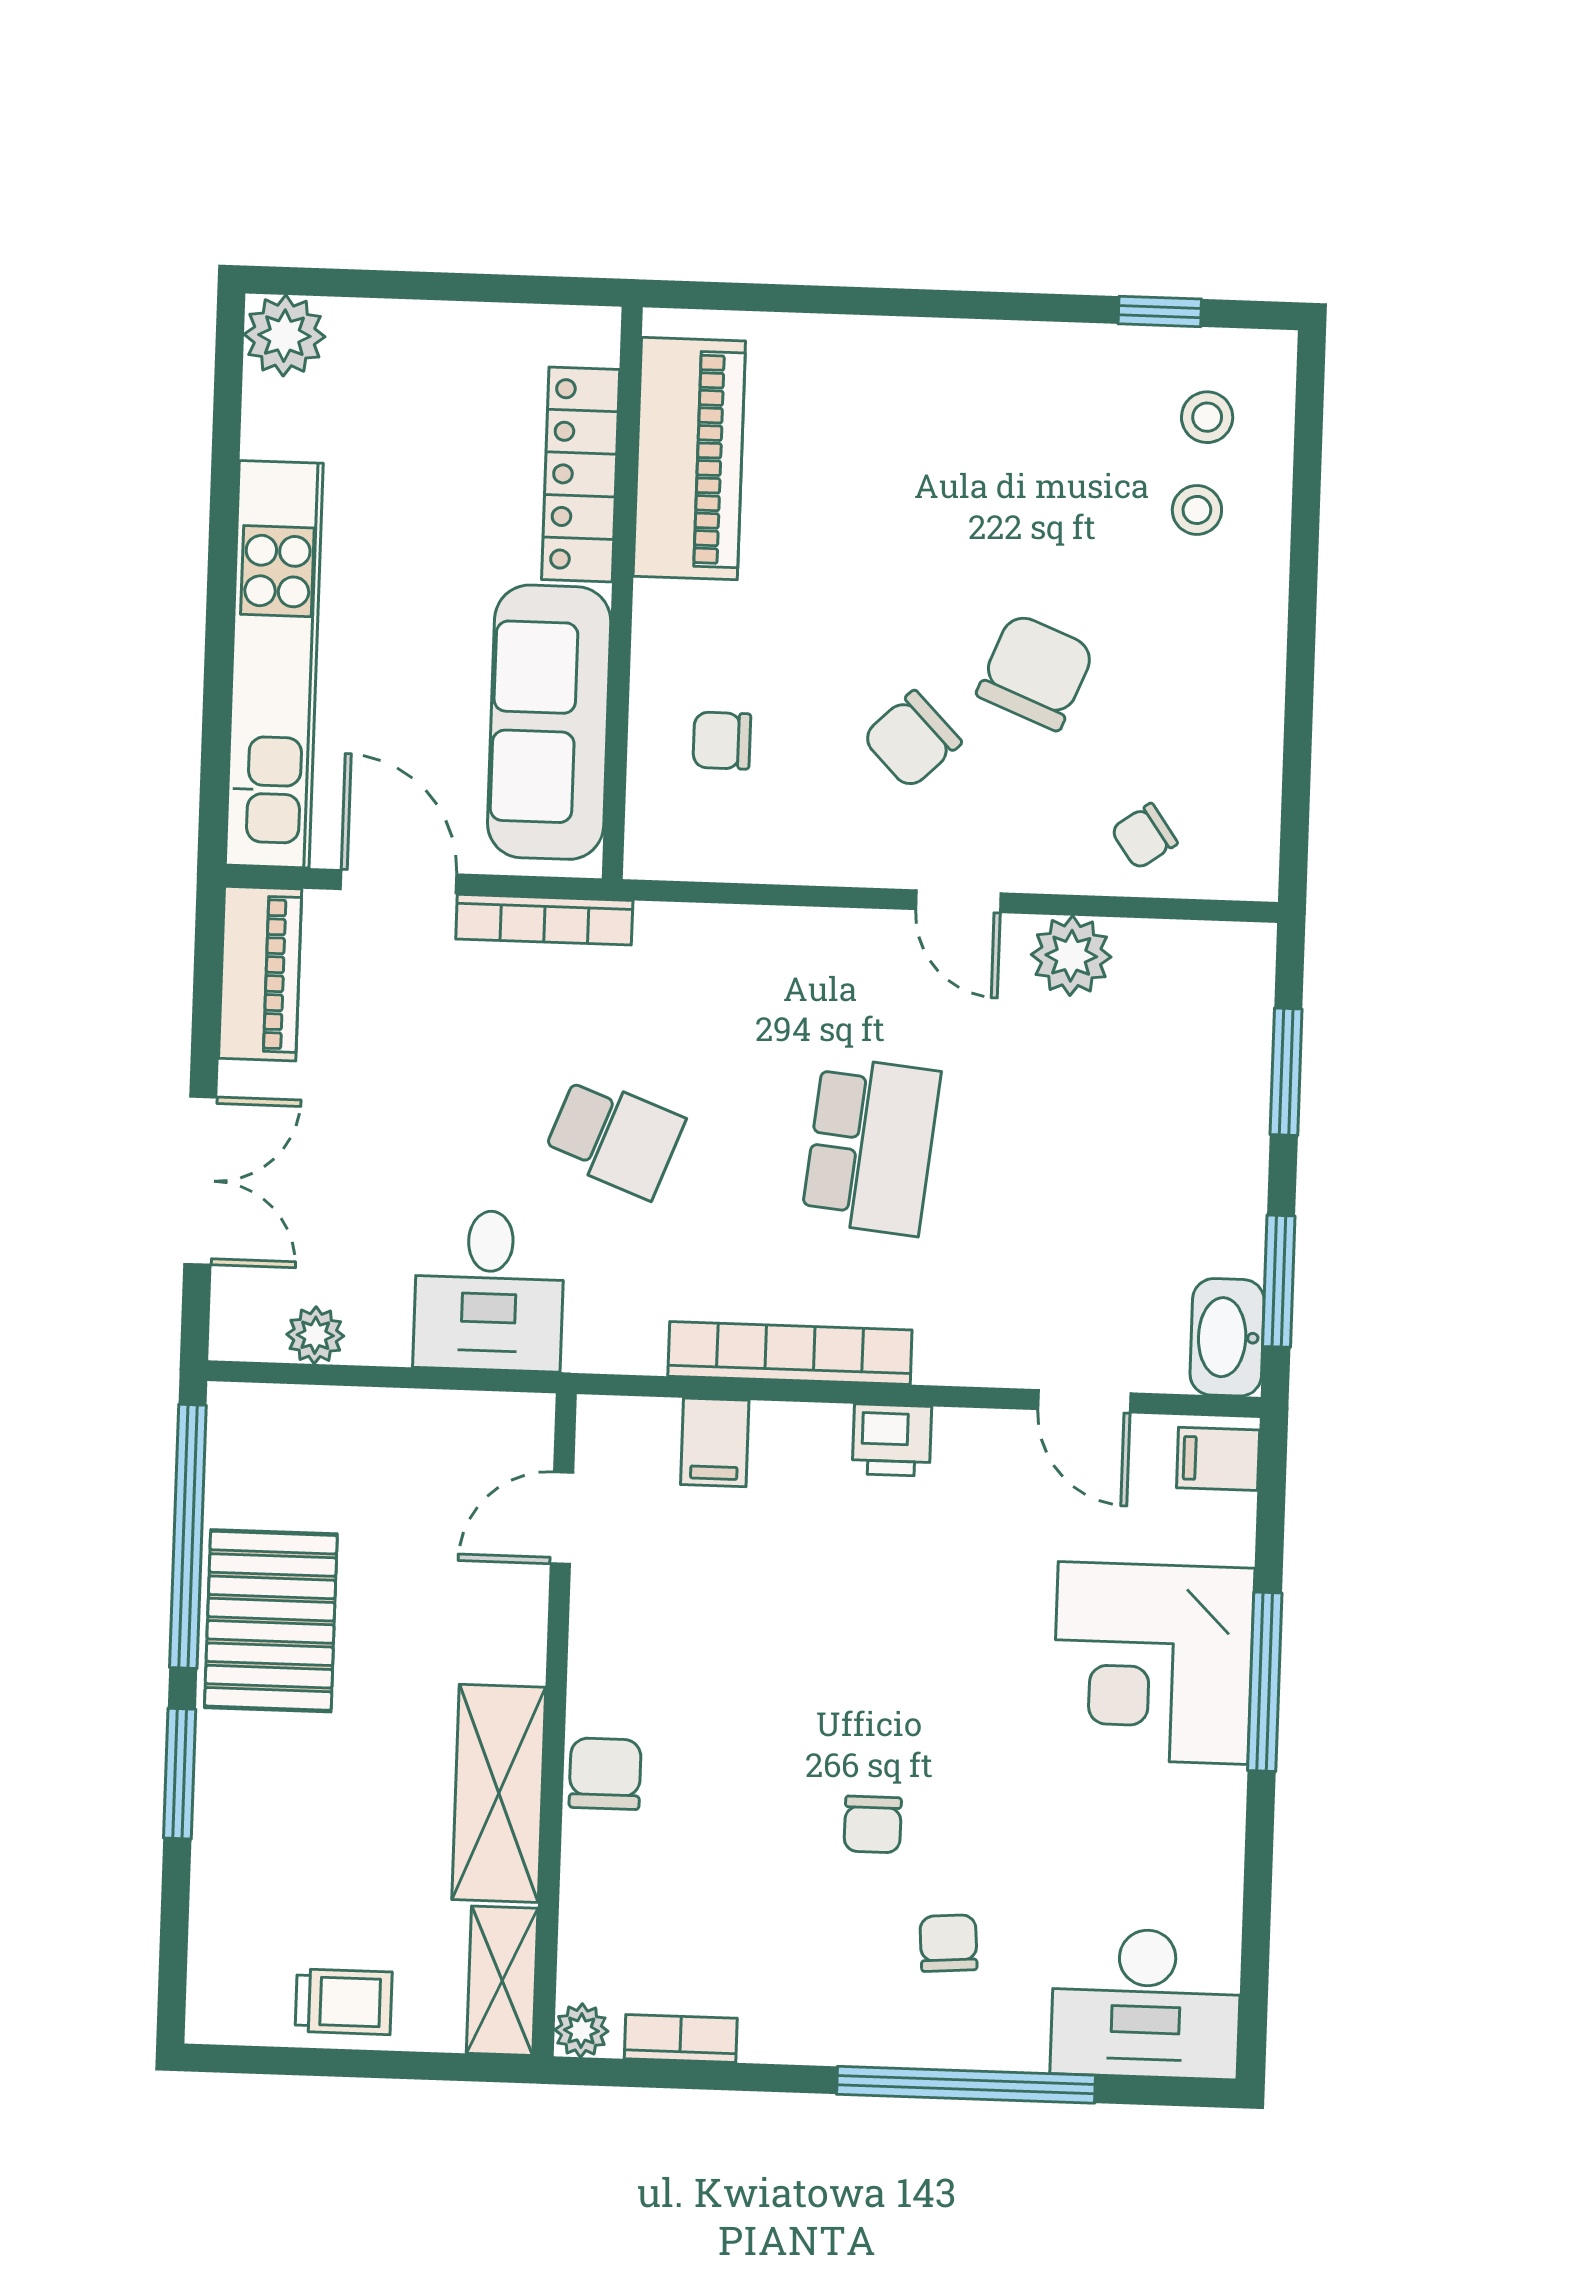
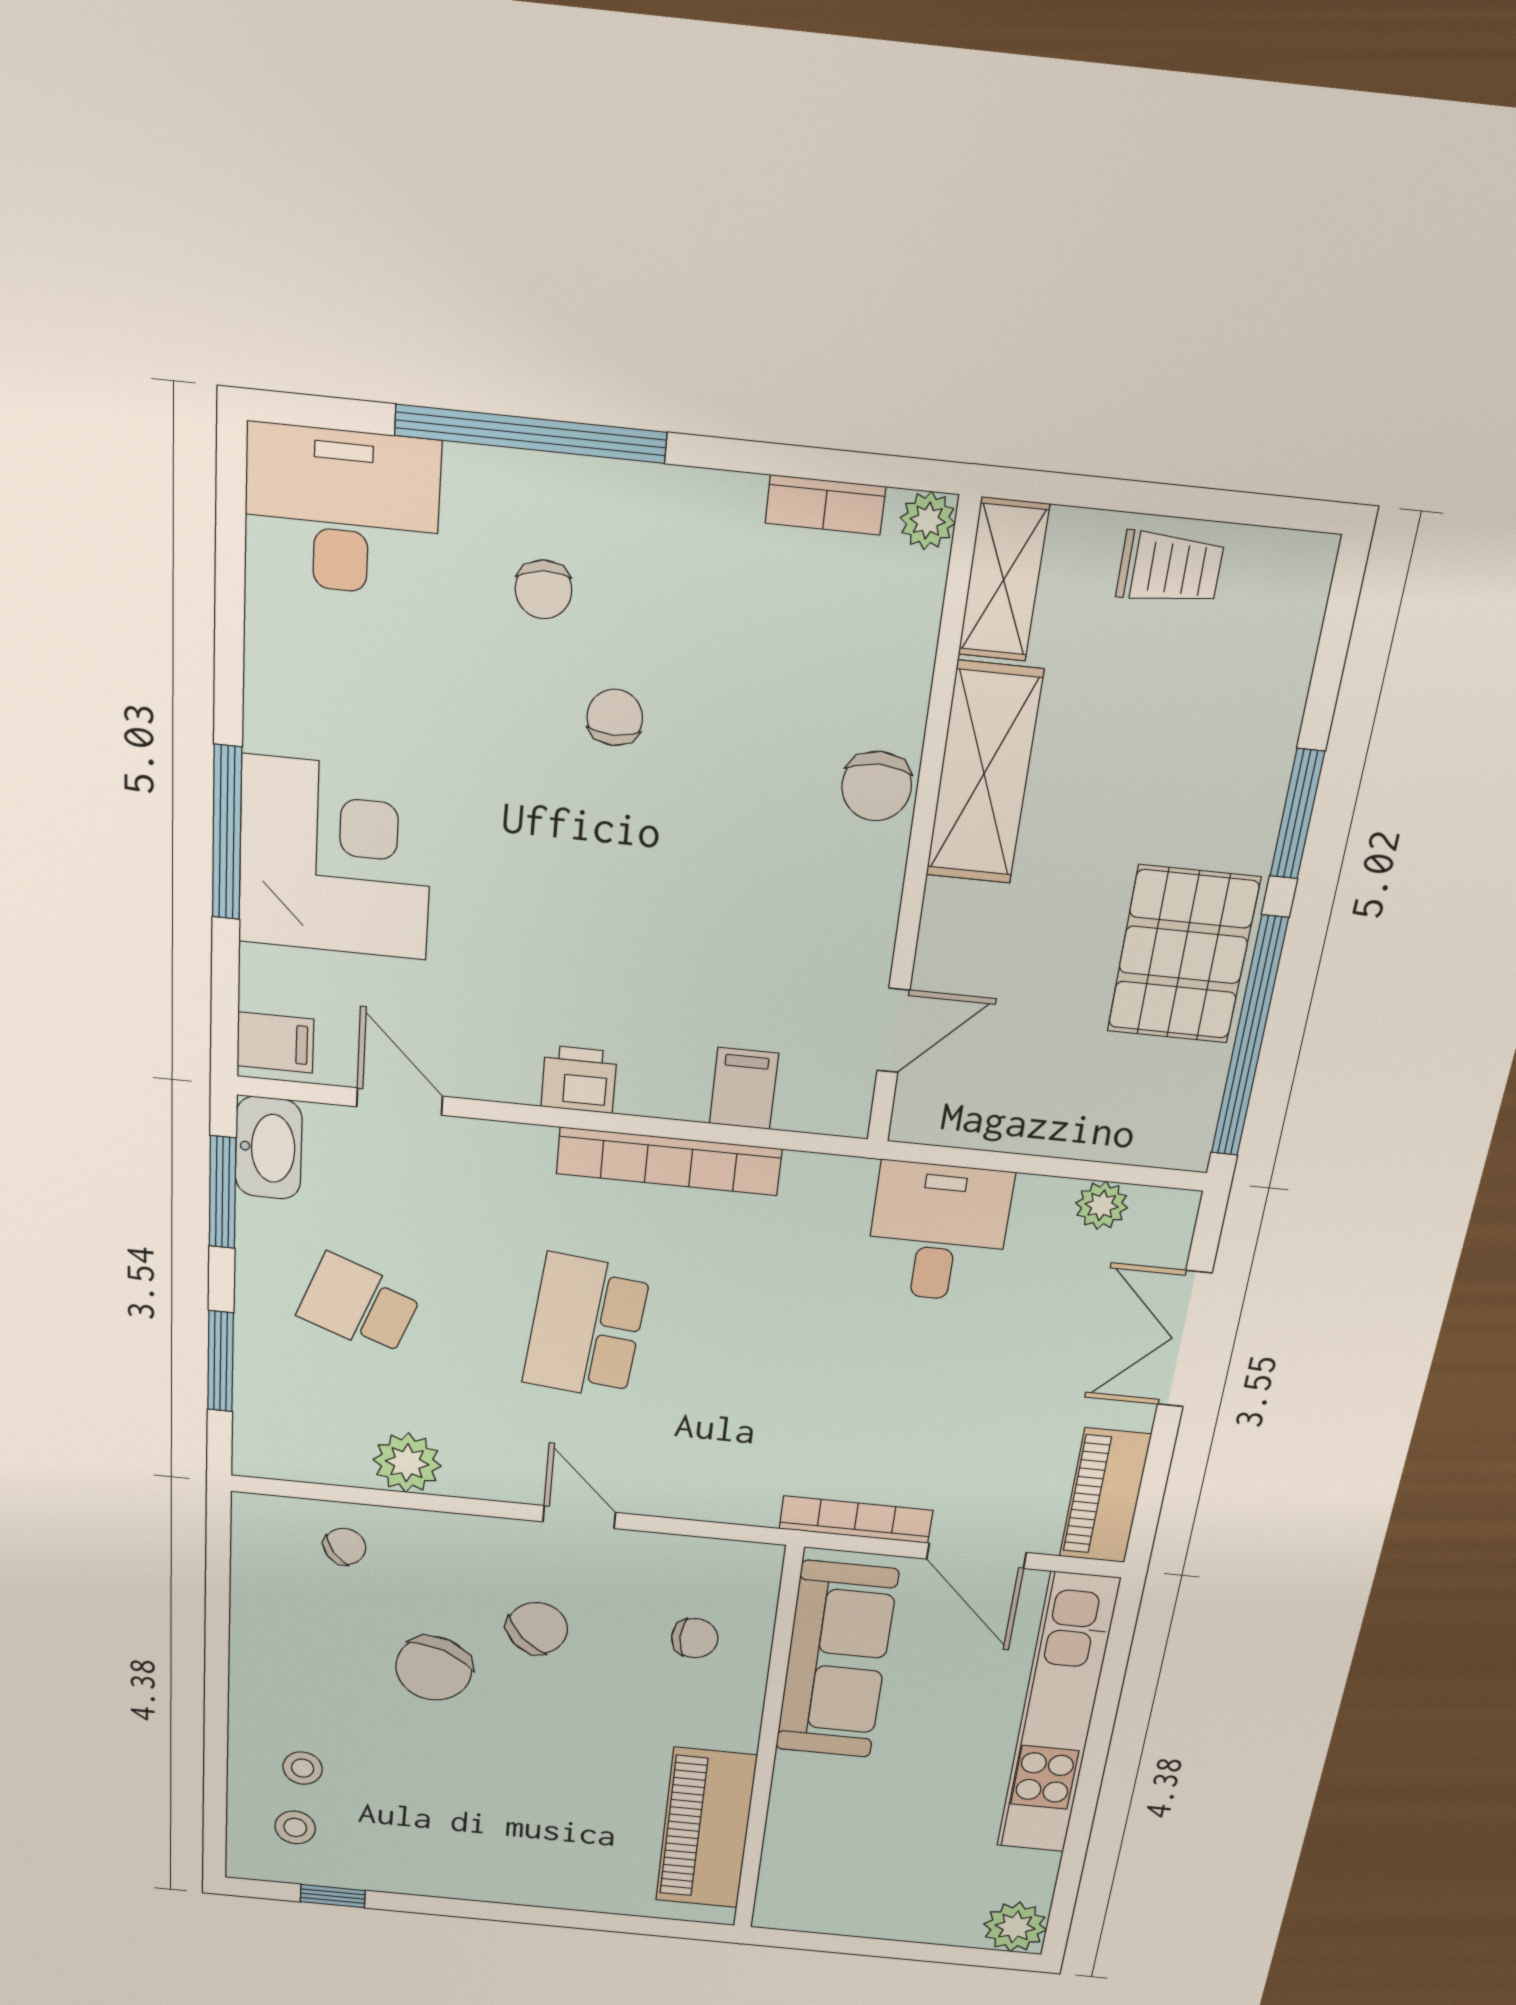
locker: (581, 474) -> (793, 1824), removed
door: (958, 901) -> (579, 1517), moved
school desk: (614, 1137) -> (359, 1305), moved
trolley: (344, 2002) -> (1170, 568), turned 180

